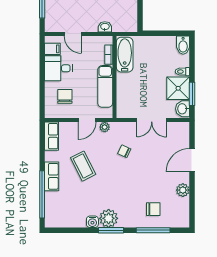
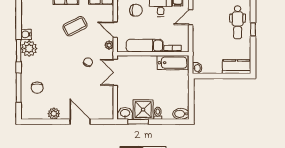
washbasin: (105, 27) -> (197, 68), moved
double door: (152, 120) -> (115, 72), moved

